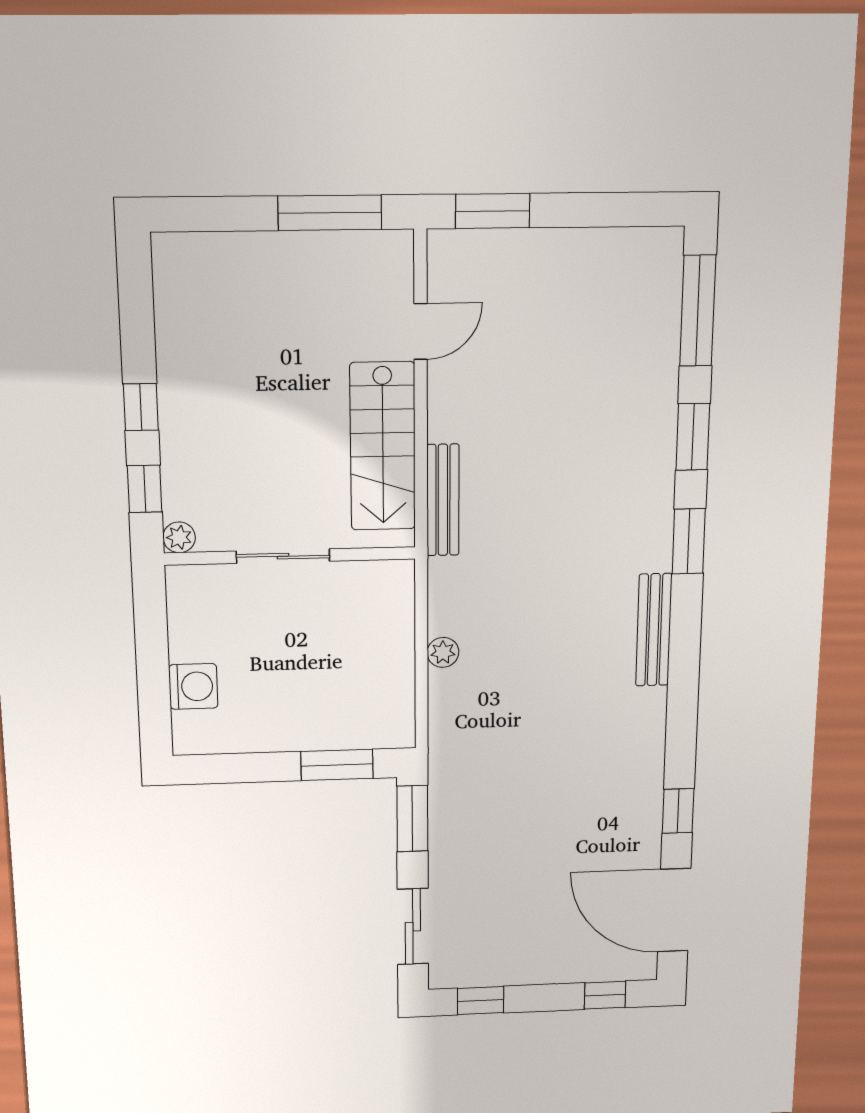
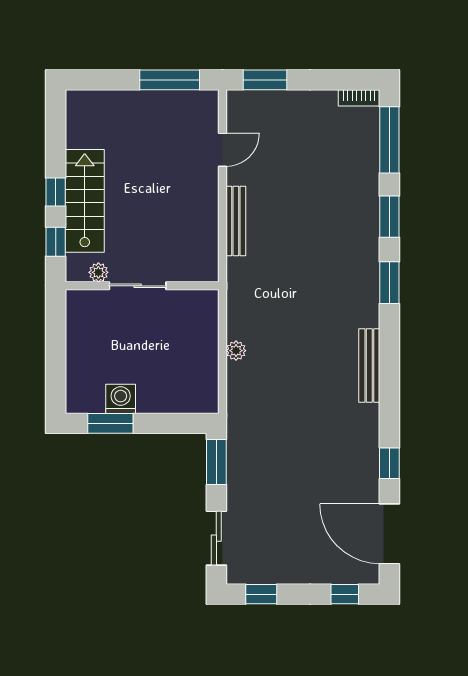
bookcase: (650, 240) -> (359, 98), added
stairs: (383, 447) -> (85, 201), moved, turned 180
bench: (443, 500) -> (236, 221), moved
plant: (179, 537) -> (98, 272), moved
bench: (654, 630) -> (369, 365), moved
washing machine: (193, 686) -> (121, 399), moved, turned -90
window: (337, 765) -> (110, 423), moved

